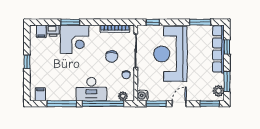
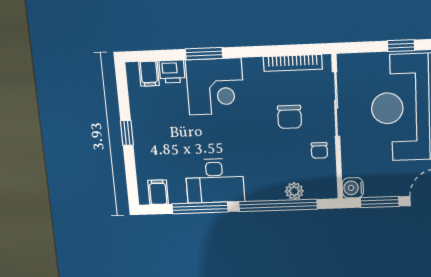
window: (153, 22) -> (401, 46), moved
desk: (91, 89) -> (215, 181), moved
plant: (123, 96) -> (294, 191), moved

